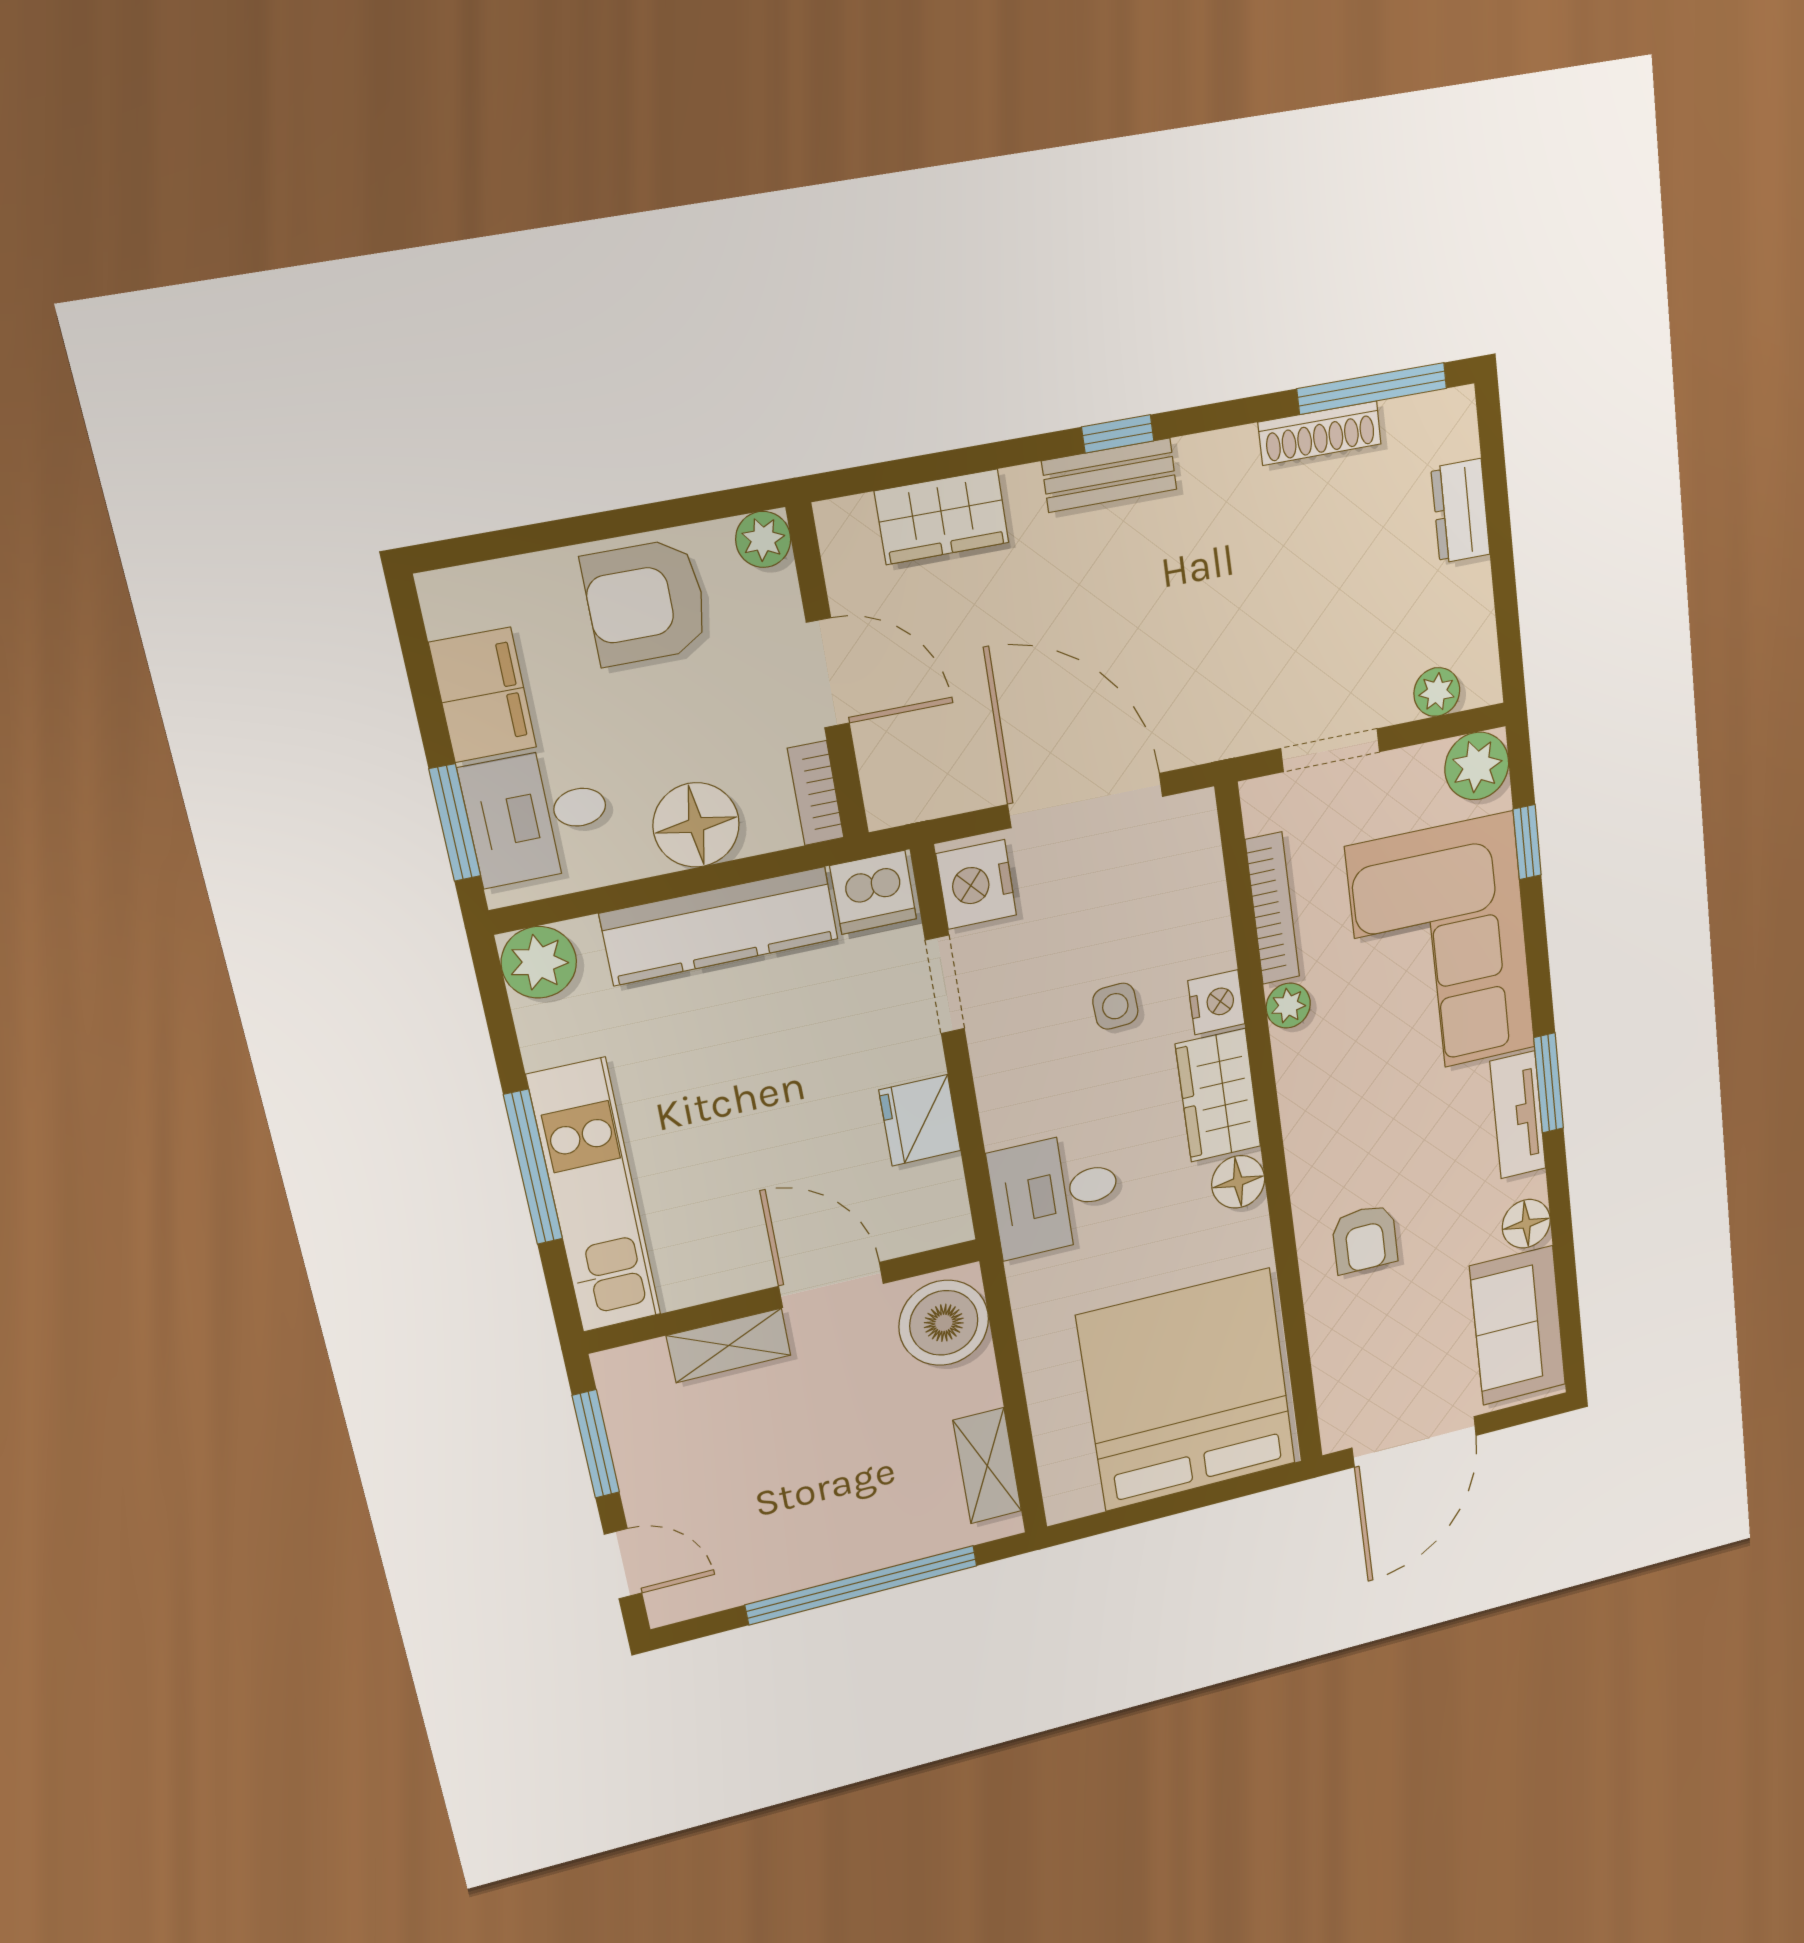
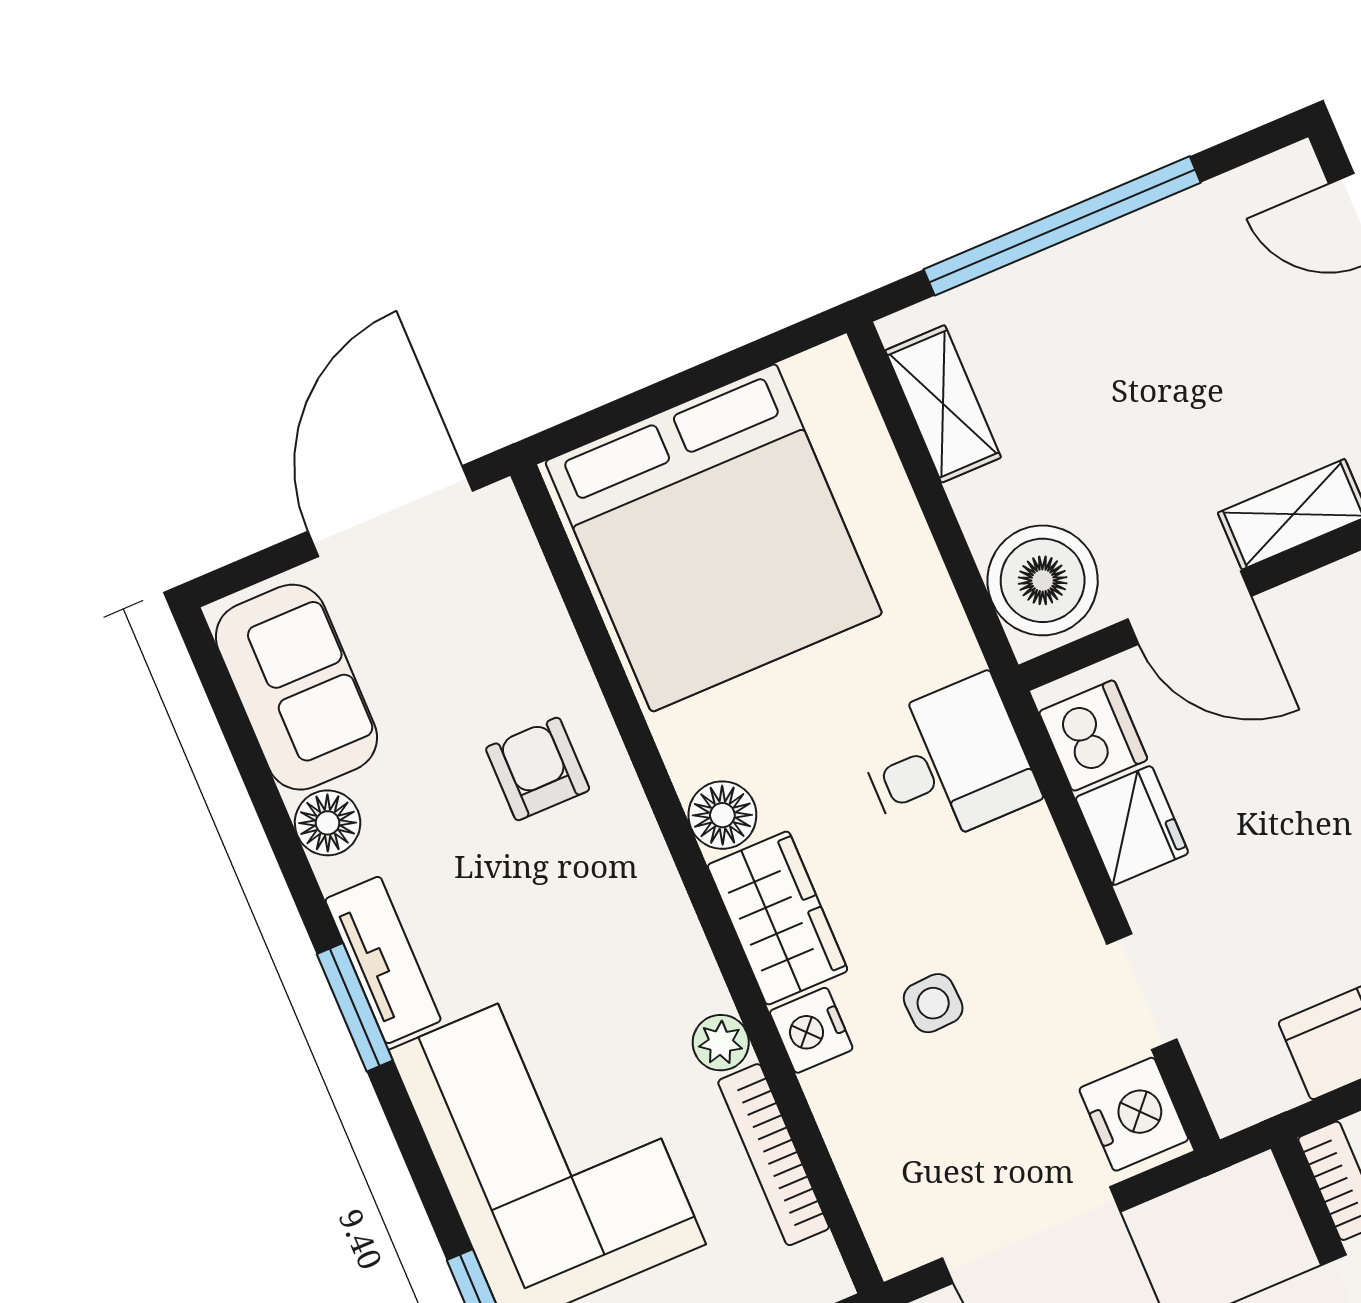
dishwasher: (873, 892) -> (1093, 736), moved, turned 90

